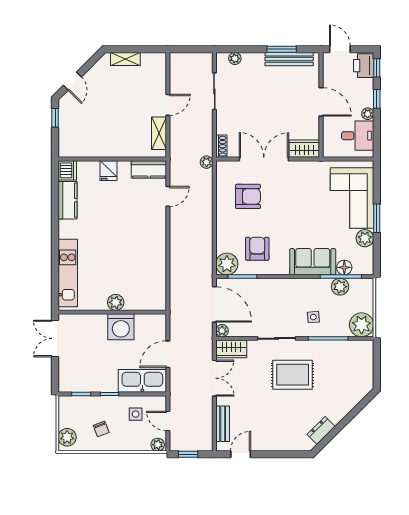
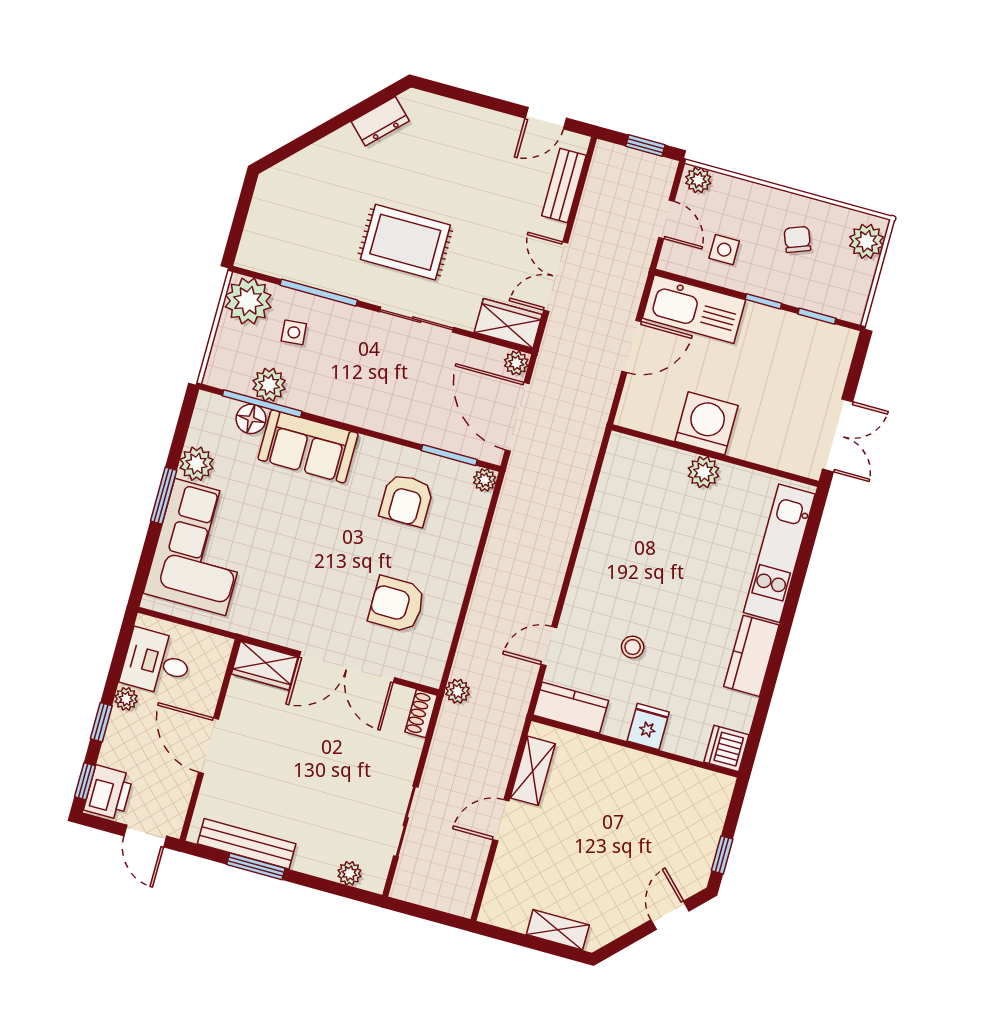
kitchen counter: (68, 200) -> (751, 656), moved
stool: (127, 207) -> (633, 647), added
plant: (227, 264) -> (485, 480), width x0.53, depth x0.53
side table: (313, 317) -> (294, 332), moved

